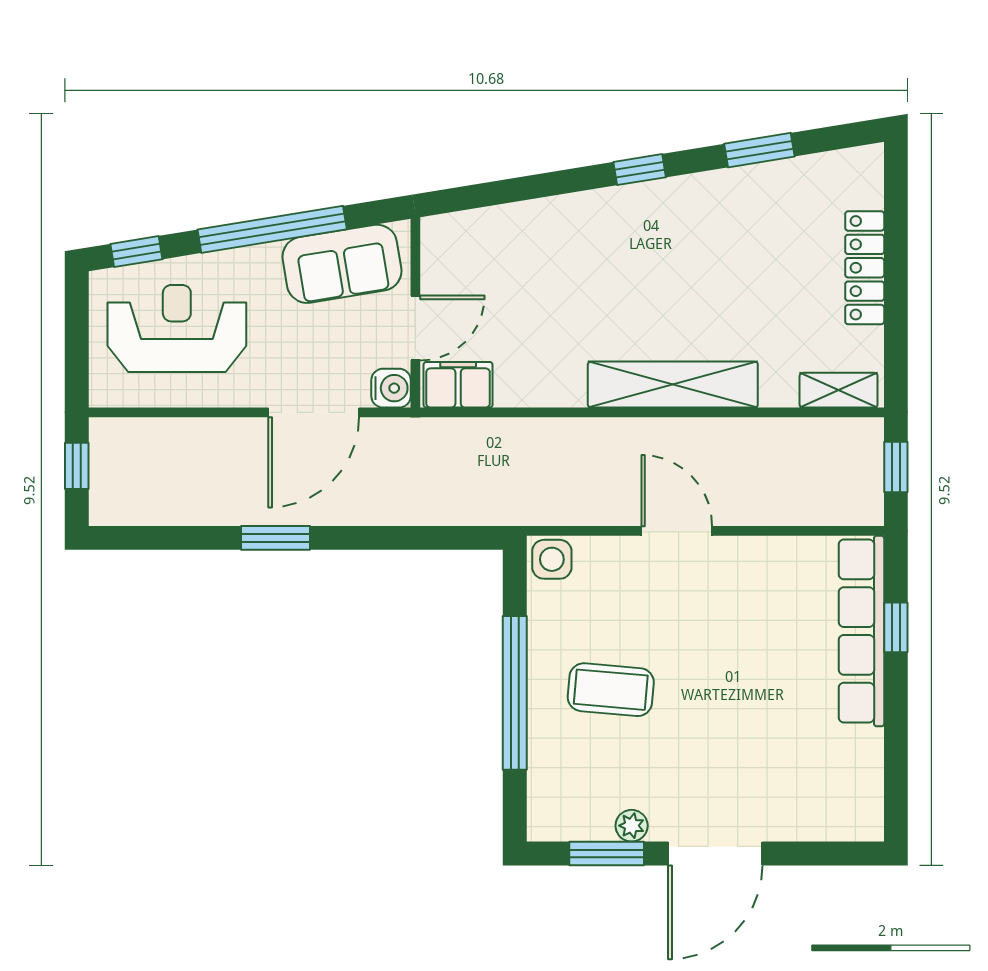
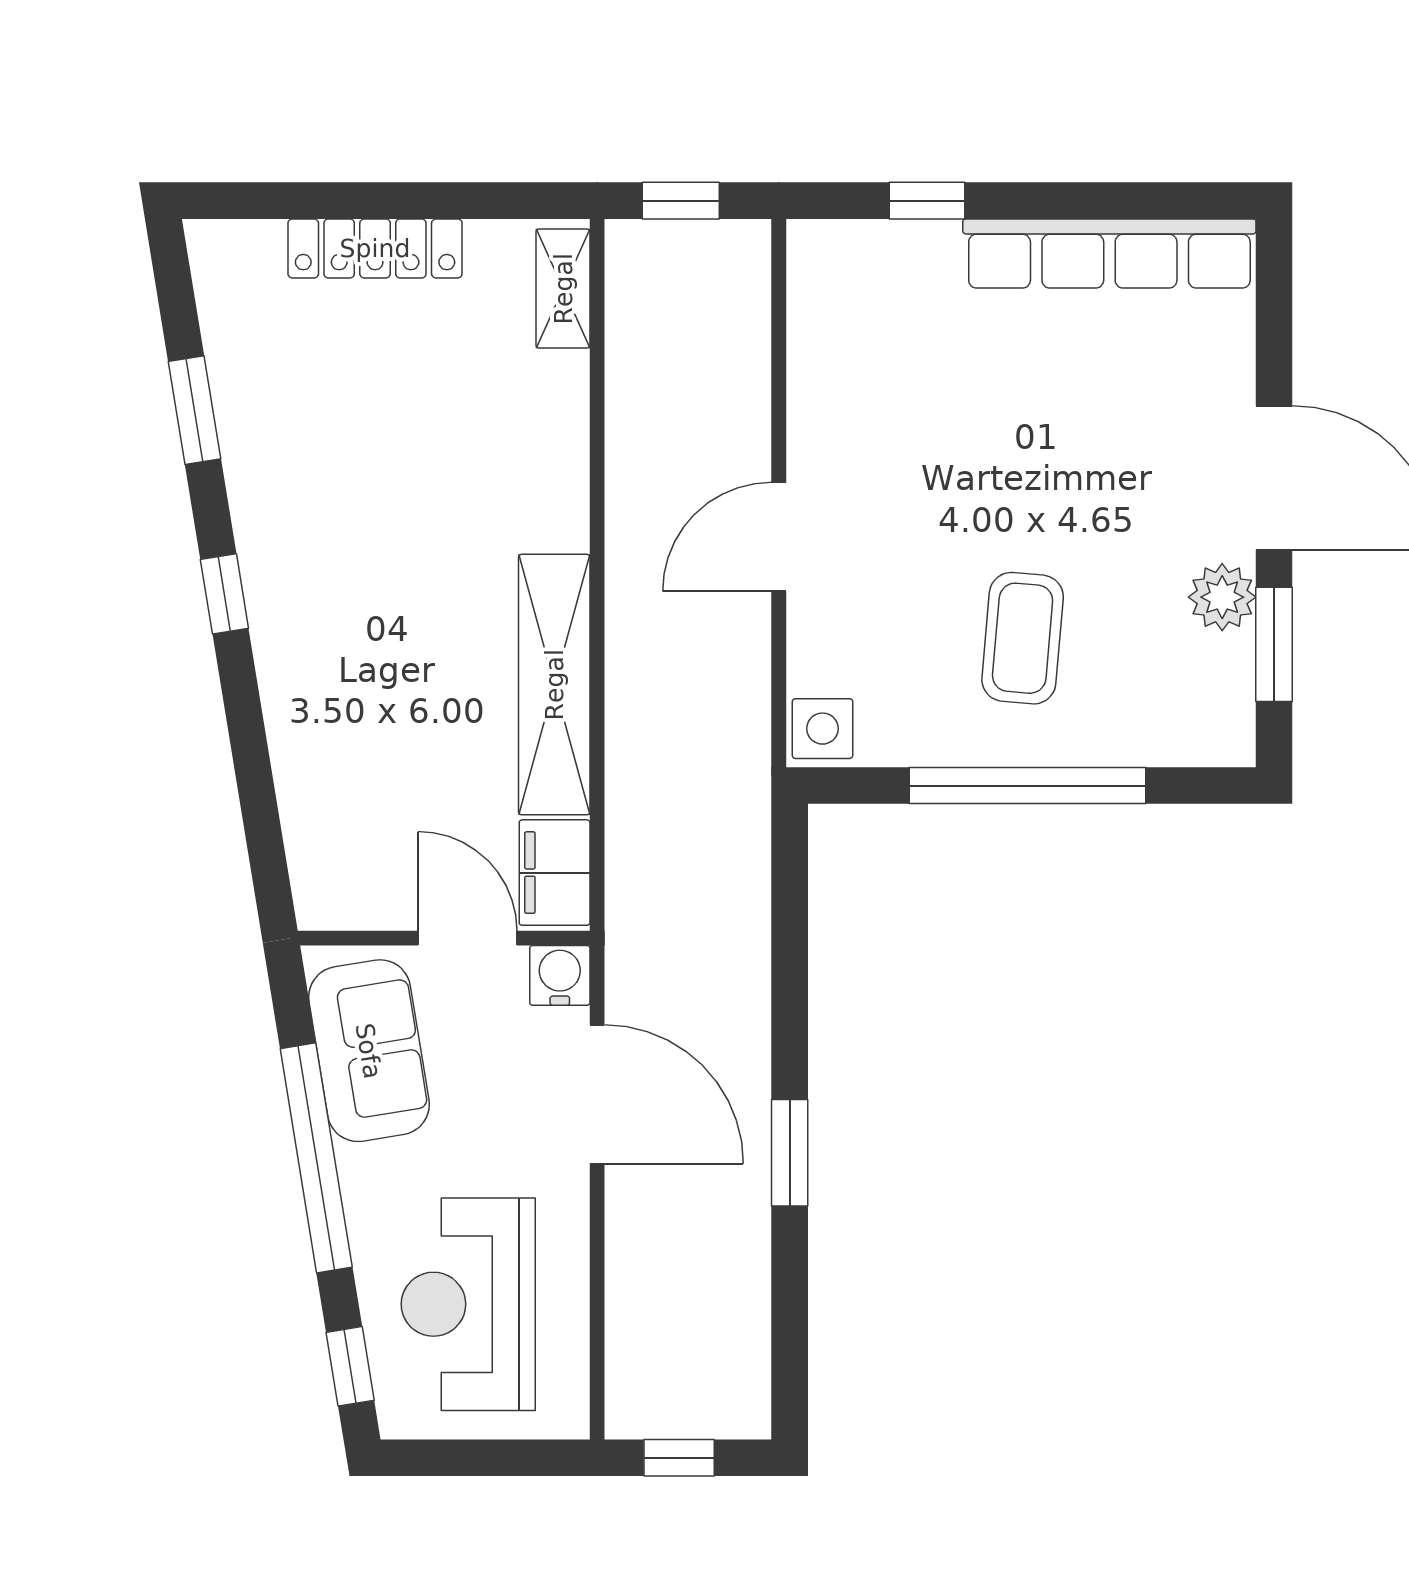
shelving: (673, 385) -> (554, 685), moved
row of seats: (861, 631) -> (1109, 253), moved
plant: (632, 826) -> (1222, 597), width x1.38, depth x1.38

